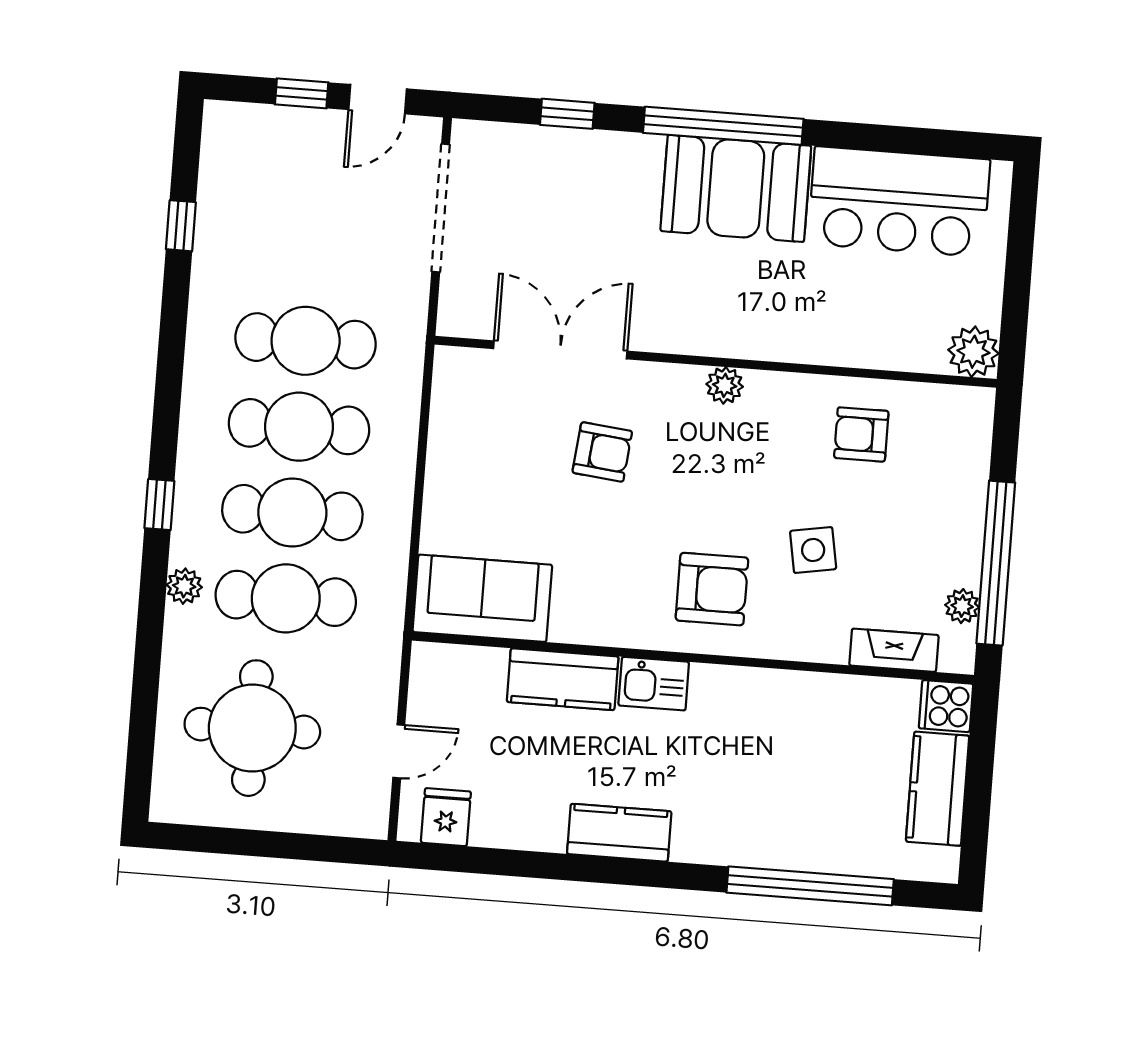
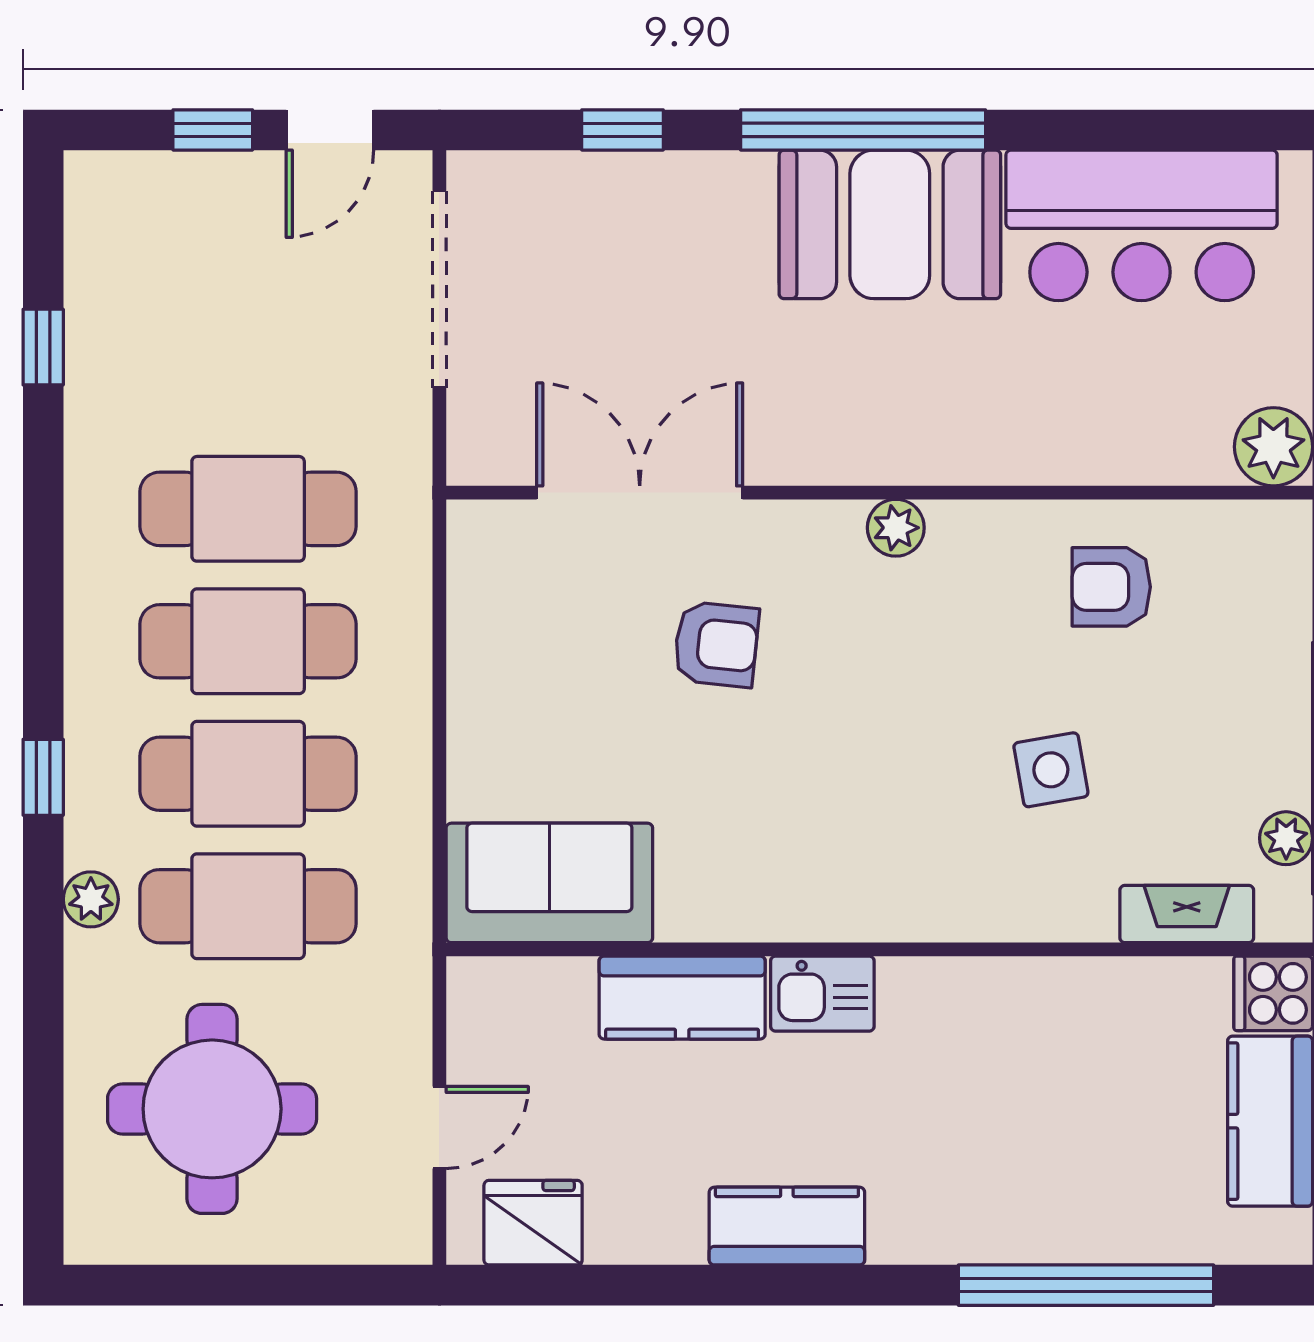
armchair: (712, 589) -> (900, 842), removed
fridge: (446, 817) -> (533, 1223), width x1.38

